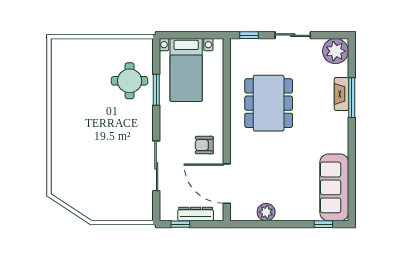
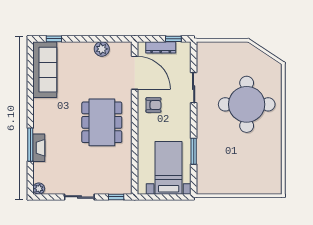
plant: (335, 51) -> (39, 189), width x0.53, depth x0.53
round table: (130, 81) -> (247, 104), moved, width x1.86, depth x1.86
dining table: (269, 103) -> (102, 122), moved
sliding door: (156, 166) -> (194, 88), width x0.73

